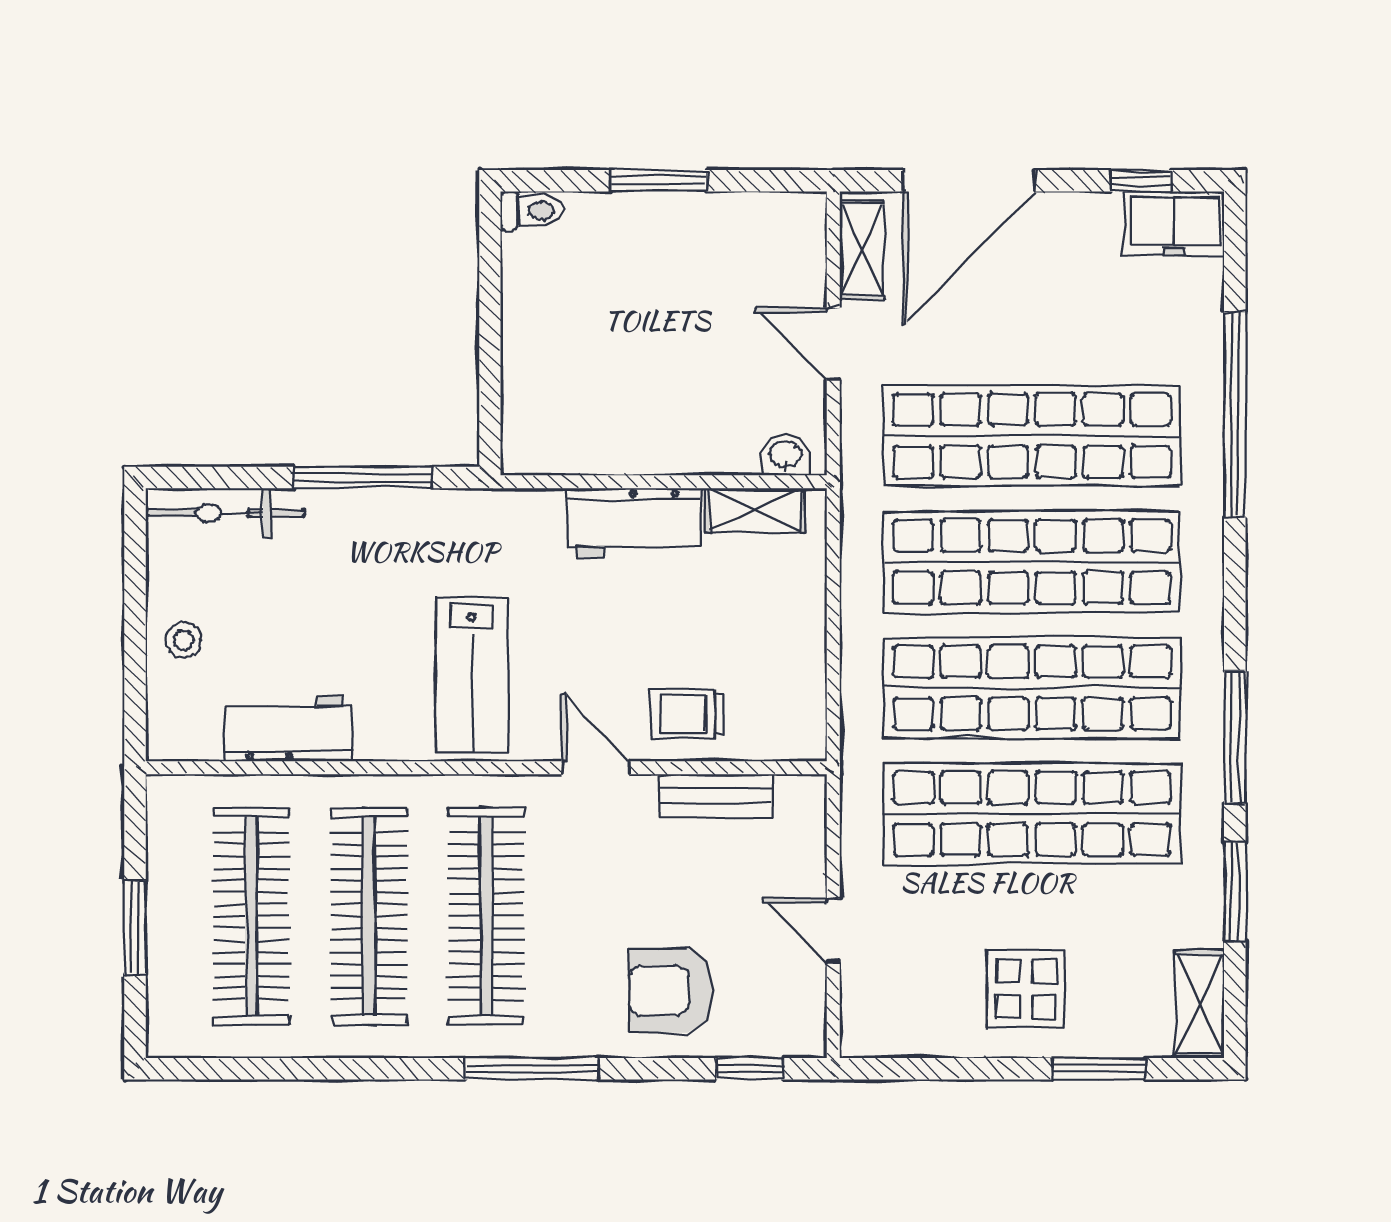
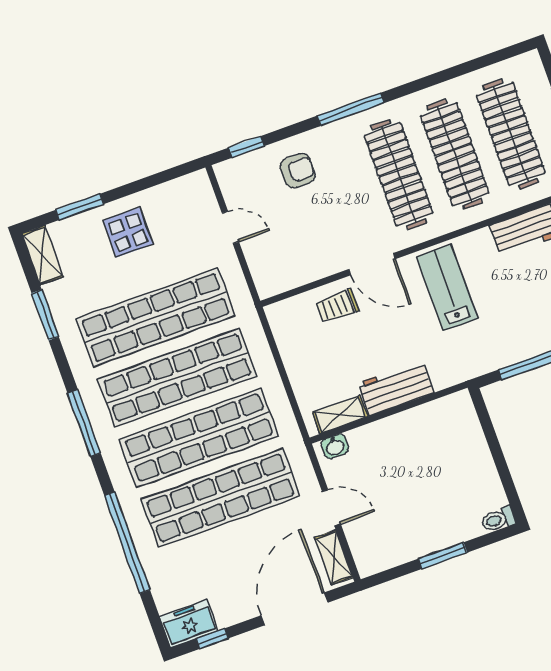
trolley: (688, 714) -> (337, 306), turned 180
window: (1235, 737) -> (84, 423), moved
door: (596, 768) -> (372, 264), width x1.38
bench: (716, 796) -> (310, 271), removed
armchair: (671, 991) -> (298, 171), width x0.72, depth x0.72

